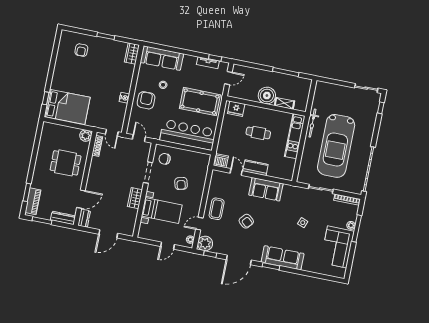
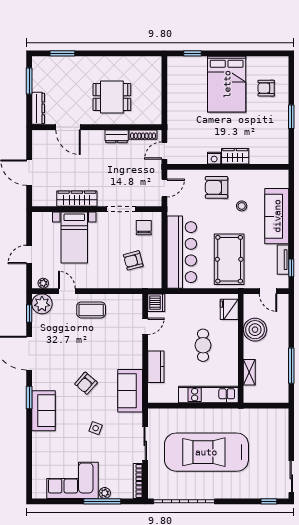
wardrobe: (132, 53) -> (235, 156), moved
sofa: (162, 58) -> (277, 216), moved
boiler: (267, 96) -> (255, 330), moved
armchair: (146, 100) -> (217, 187), turned 180
bed: (67, 107) -> (227, 84), moved
bicycle: (312, 123) -> (230, 415), removed
plant: (86, 136) -> (154, 117), removed
dining table: (66, 163) -> (112, 97), turned 90
kitchen counter: (255, 168) -> (156, 367), moved
armchair: (181, 183) -> (133, 260), moved
sofa: (266, 189) -> (130, 391), moved
wardrobe: (135, 198) -> (77, 199), width x1.50
piano: (33, 201) -> (52, 64), removed
dresser: (84, 218) -> (117, 136), moved
armchair: (246, 221) -> (86, 383), moved
door: (167, 246) -> (29, 254), hinge flipped
sofa: (283, 258) -> (43, 411), width x0.73

